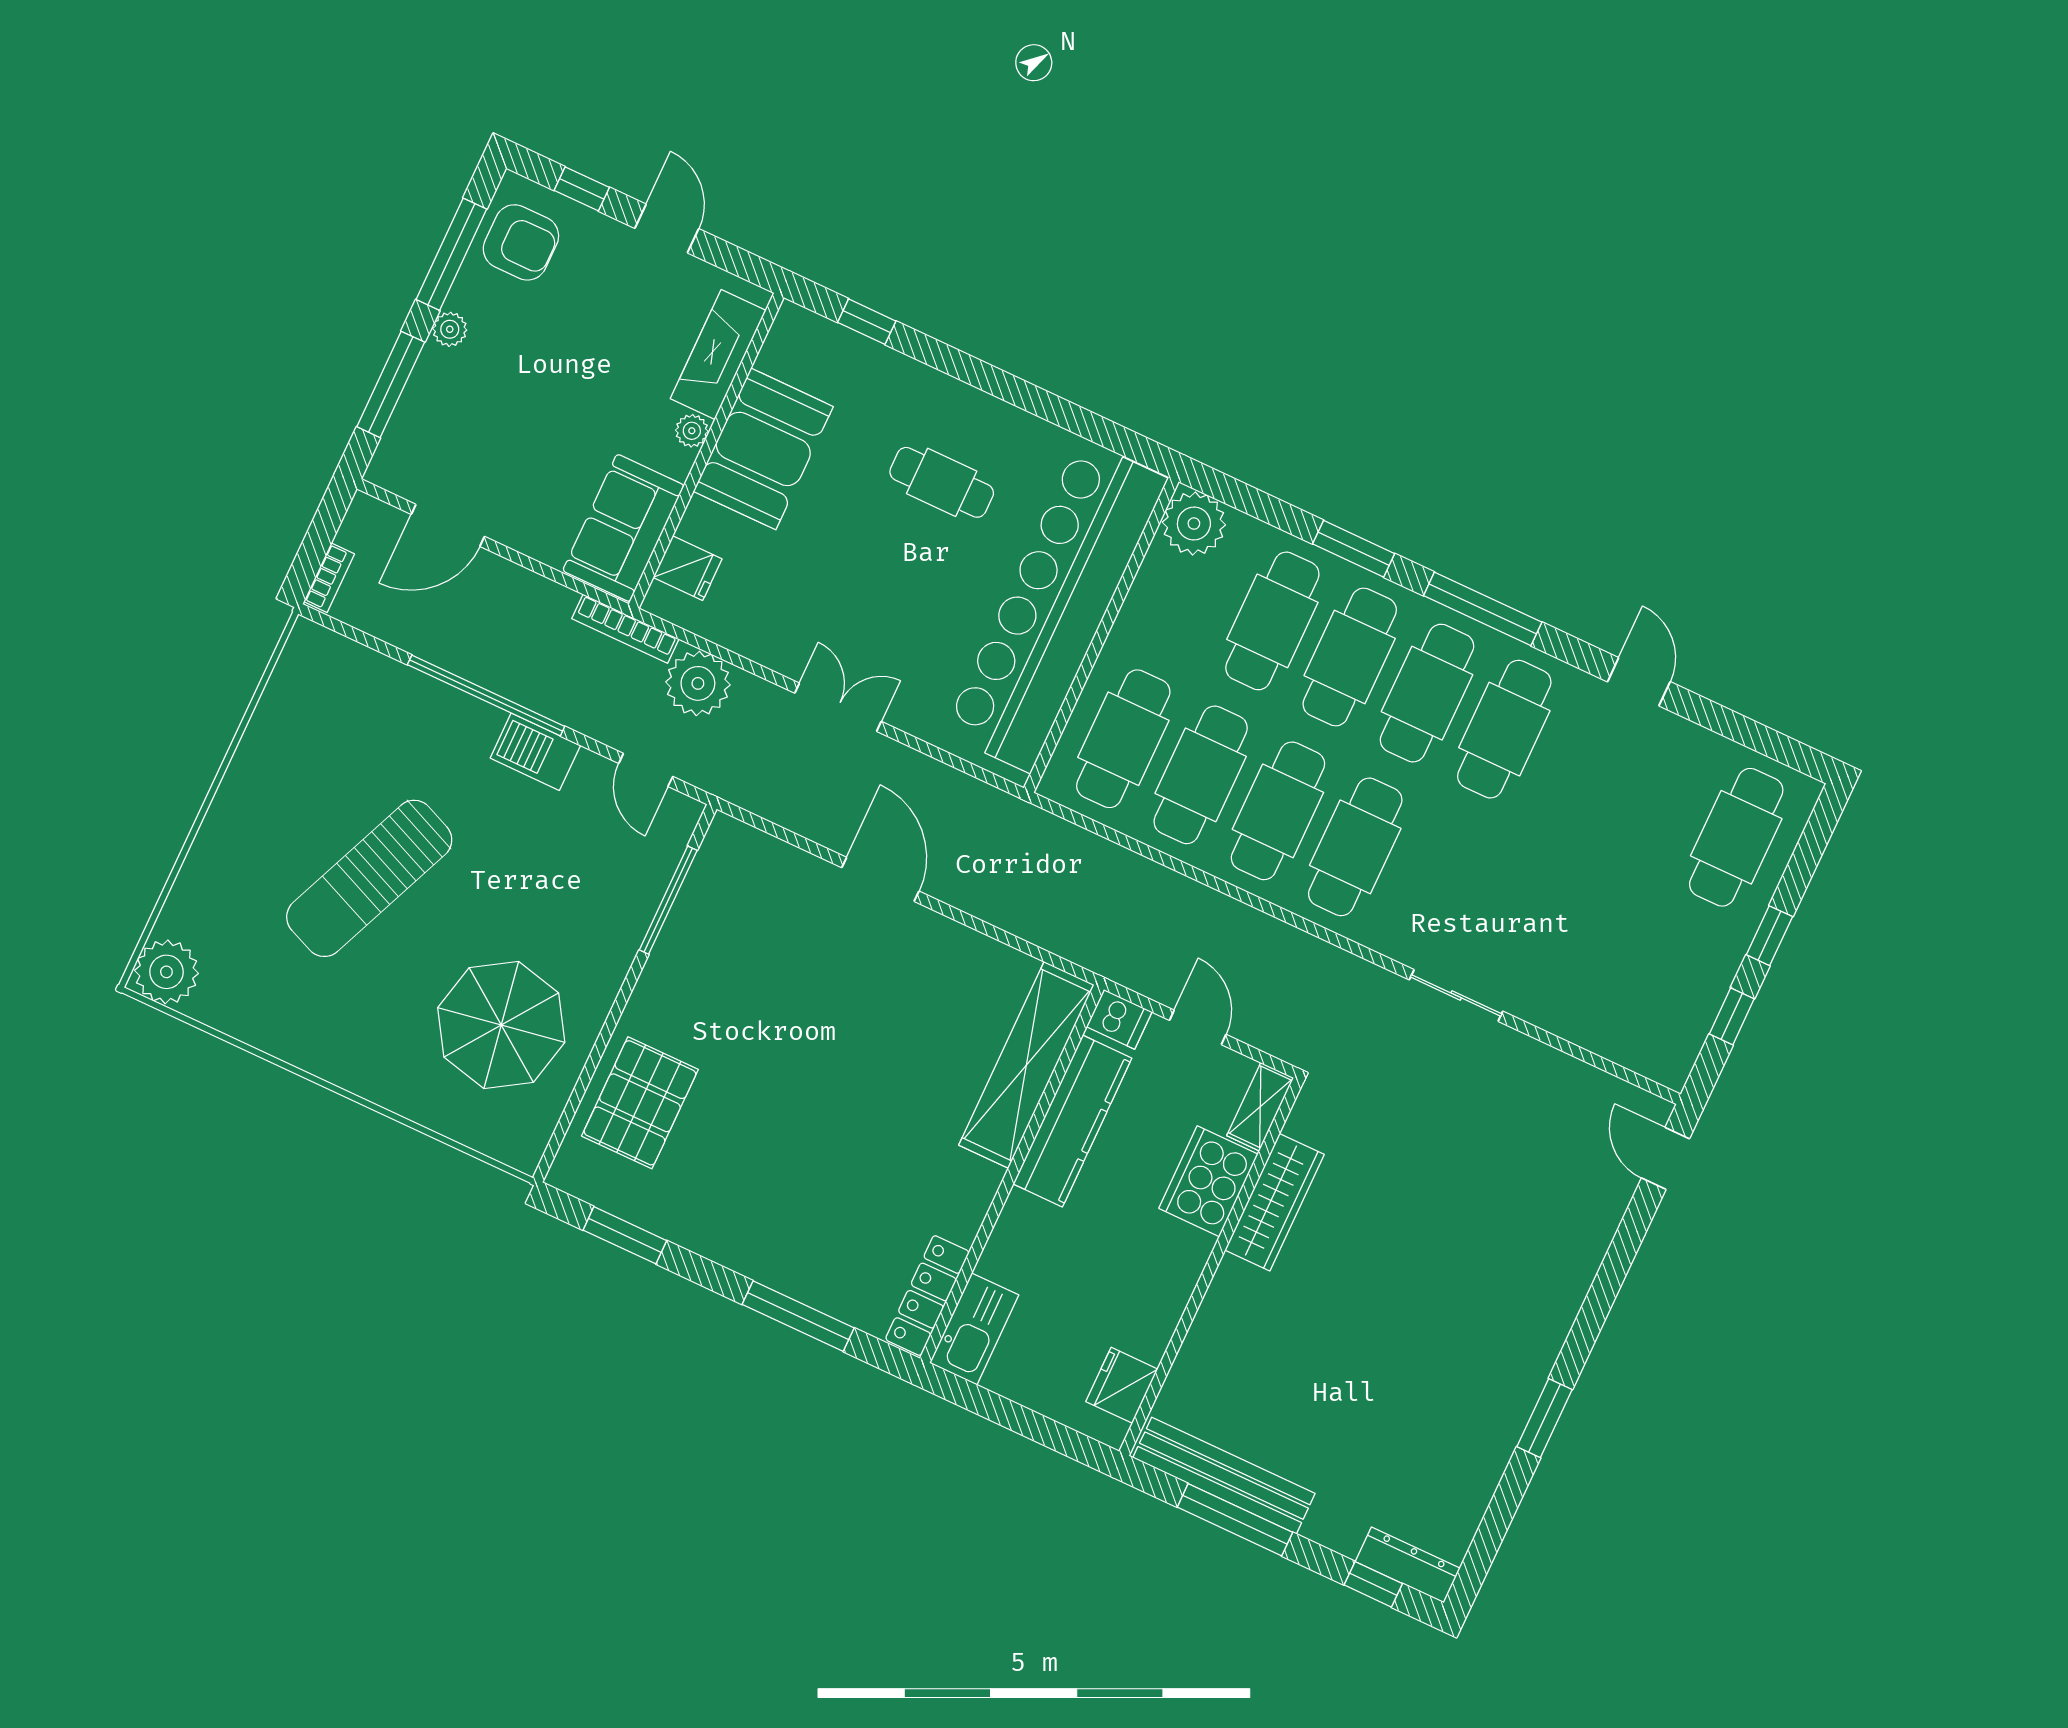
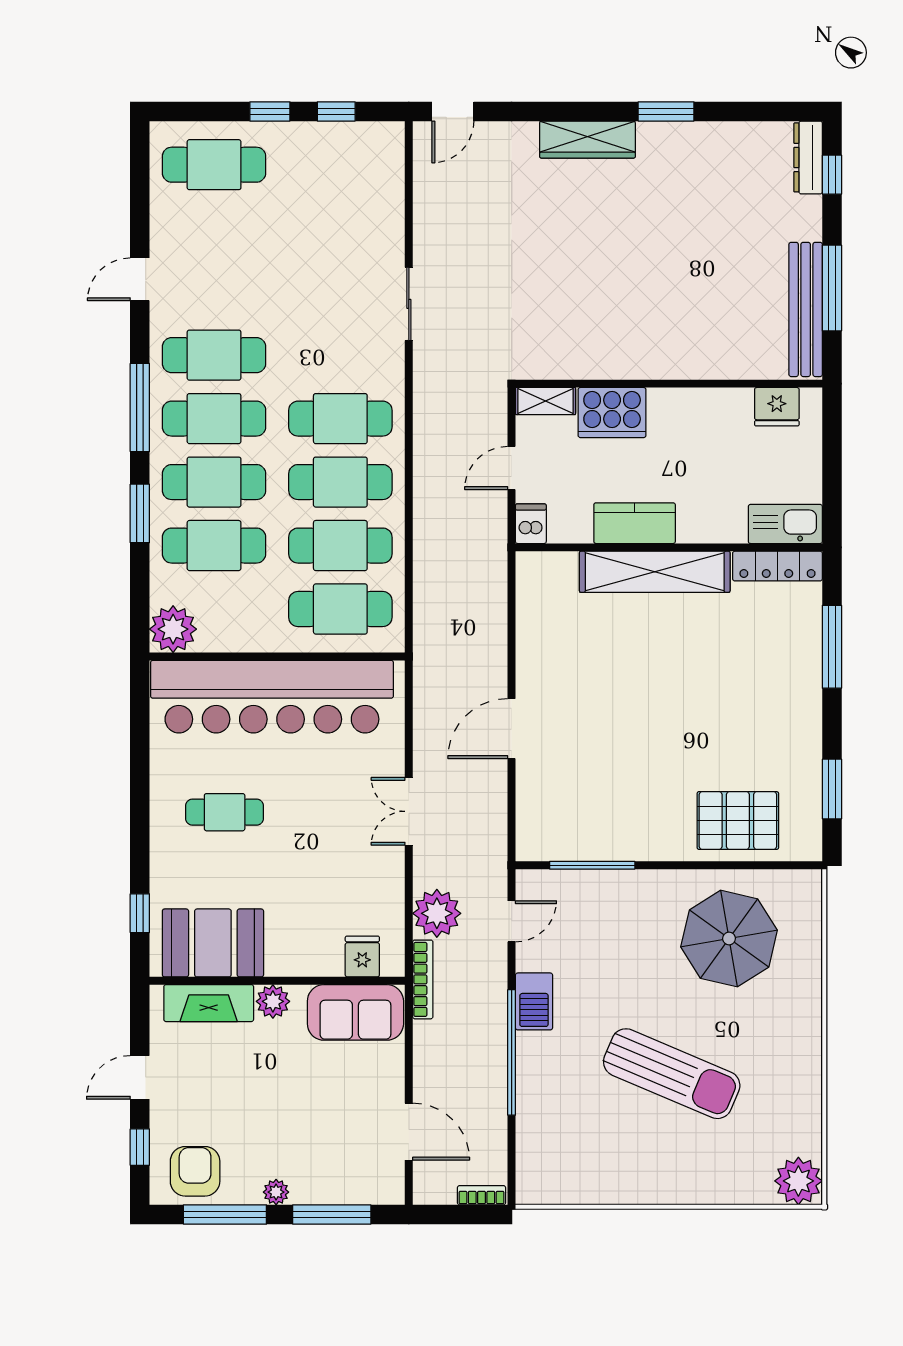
plant: (692, 431) -> (273, 1001), width x1.38, depth x1.38
booth: (763, 449) -> (213, 943), moved
cafe table: (942, 482) -> (225, 812), turned 90
shelving: (1026, 1065) -> (655, 572), moved
kitchen counter: (1072, 1121) -> (635, 523), width x0.67
wardrobe: (1275, 1202) -> (587, 140), moved, turned 180

